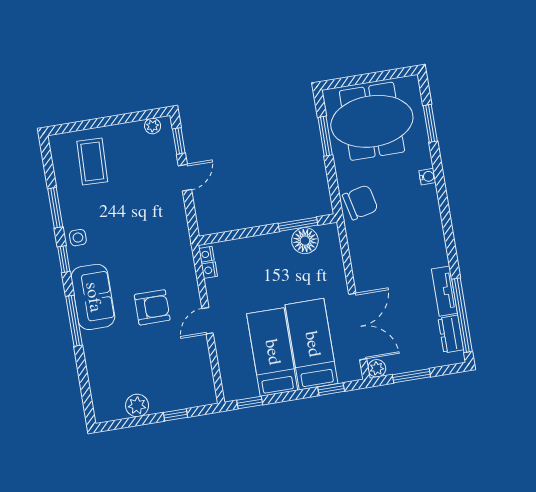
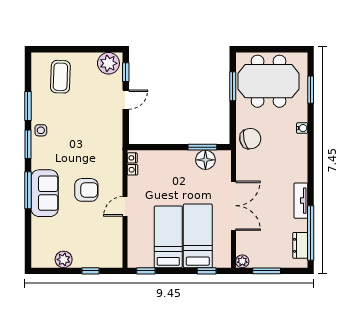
plant: (153, 126) -> (108, 63), width x1.88, depth x1.88
window: (64, 259) -> (28, 144), width x1.50
tv unit: (444, 291) -> (301, 201), moved
sofa: (93, 297) -> (45, 193), moved
double door: (358, 327) -> (233, 206), moved

